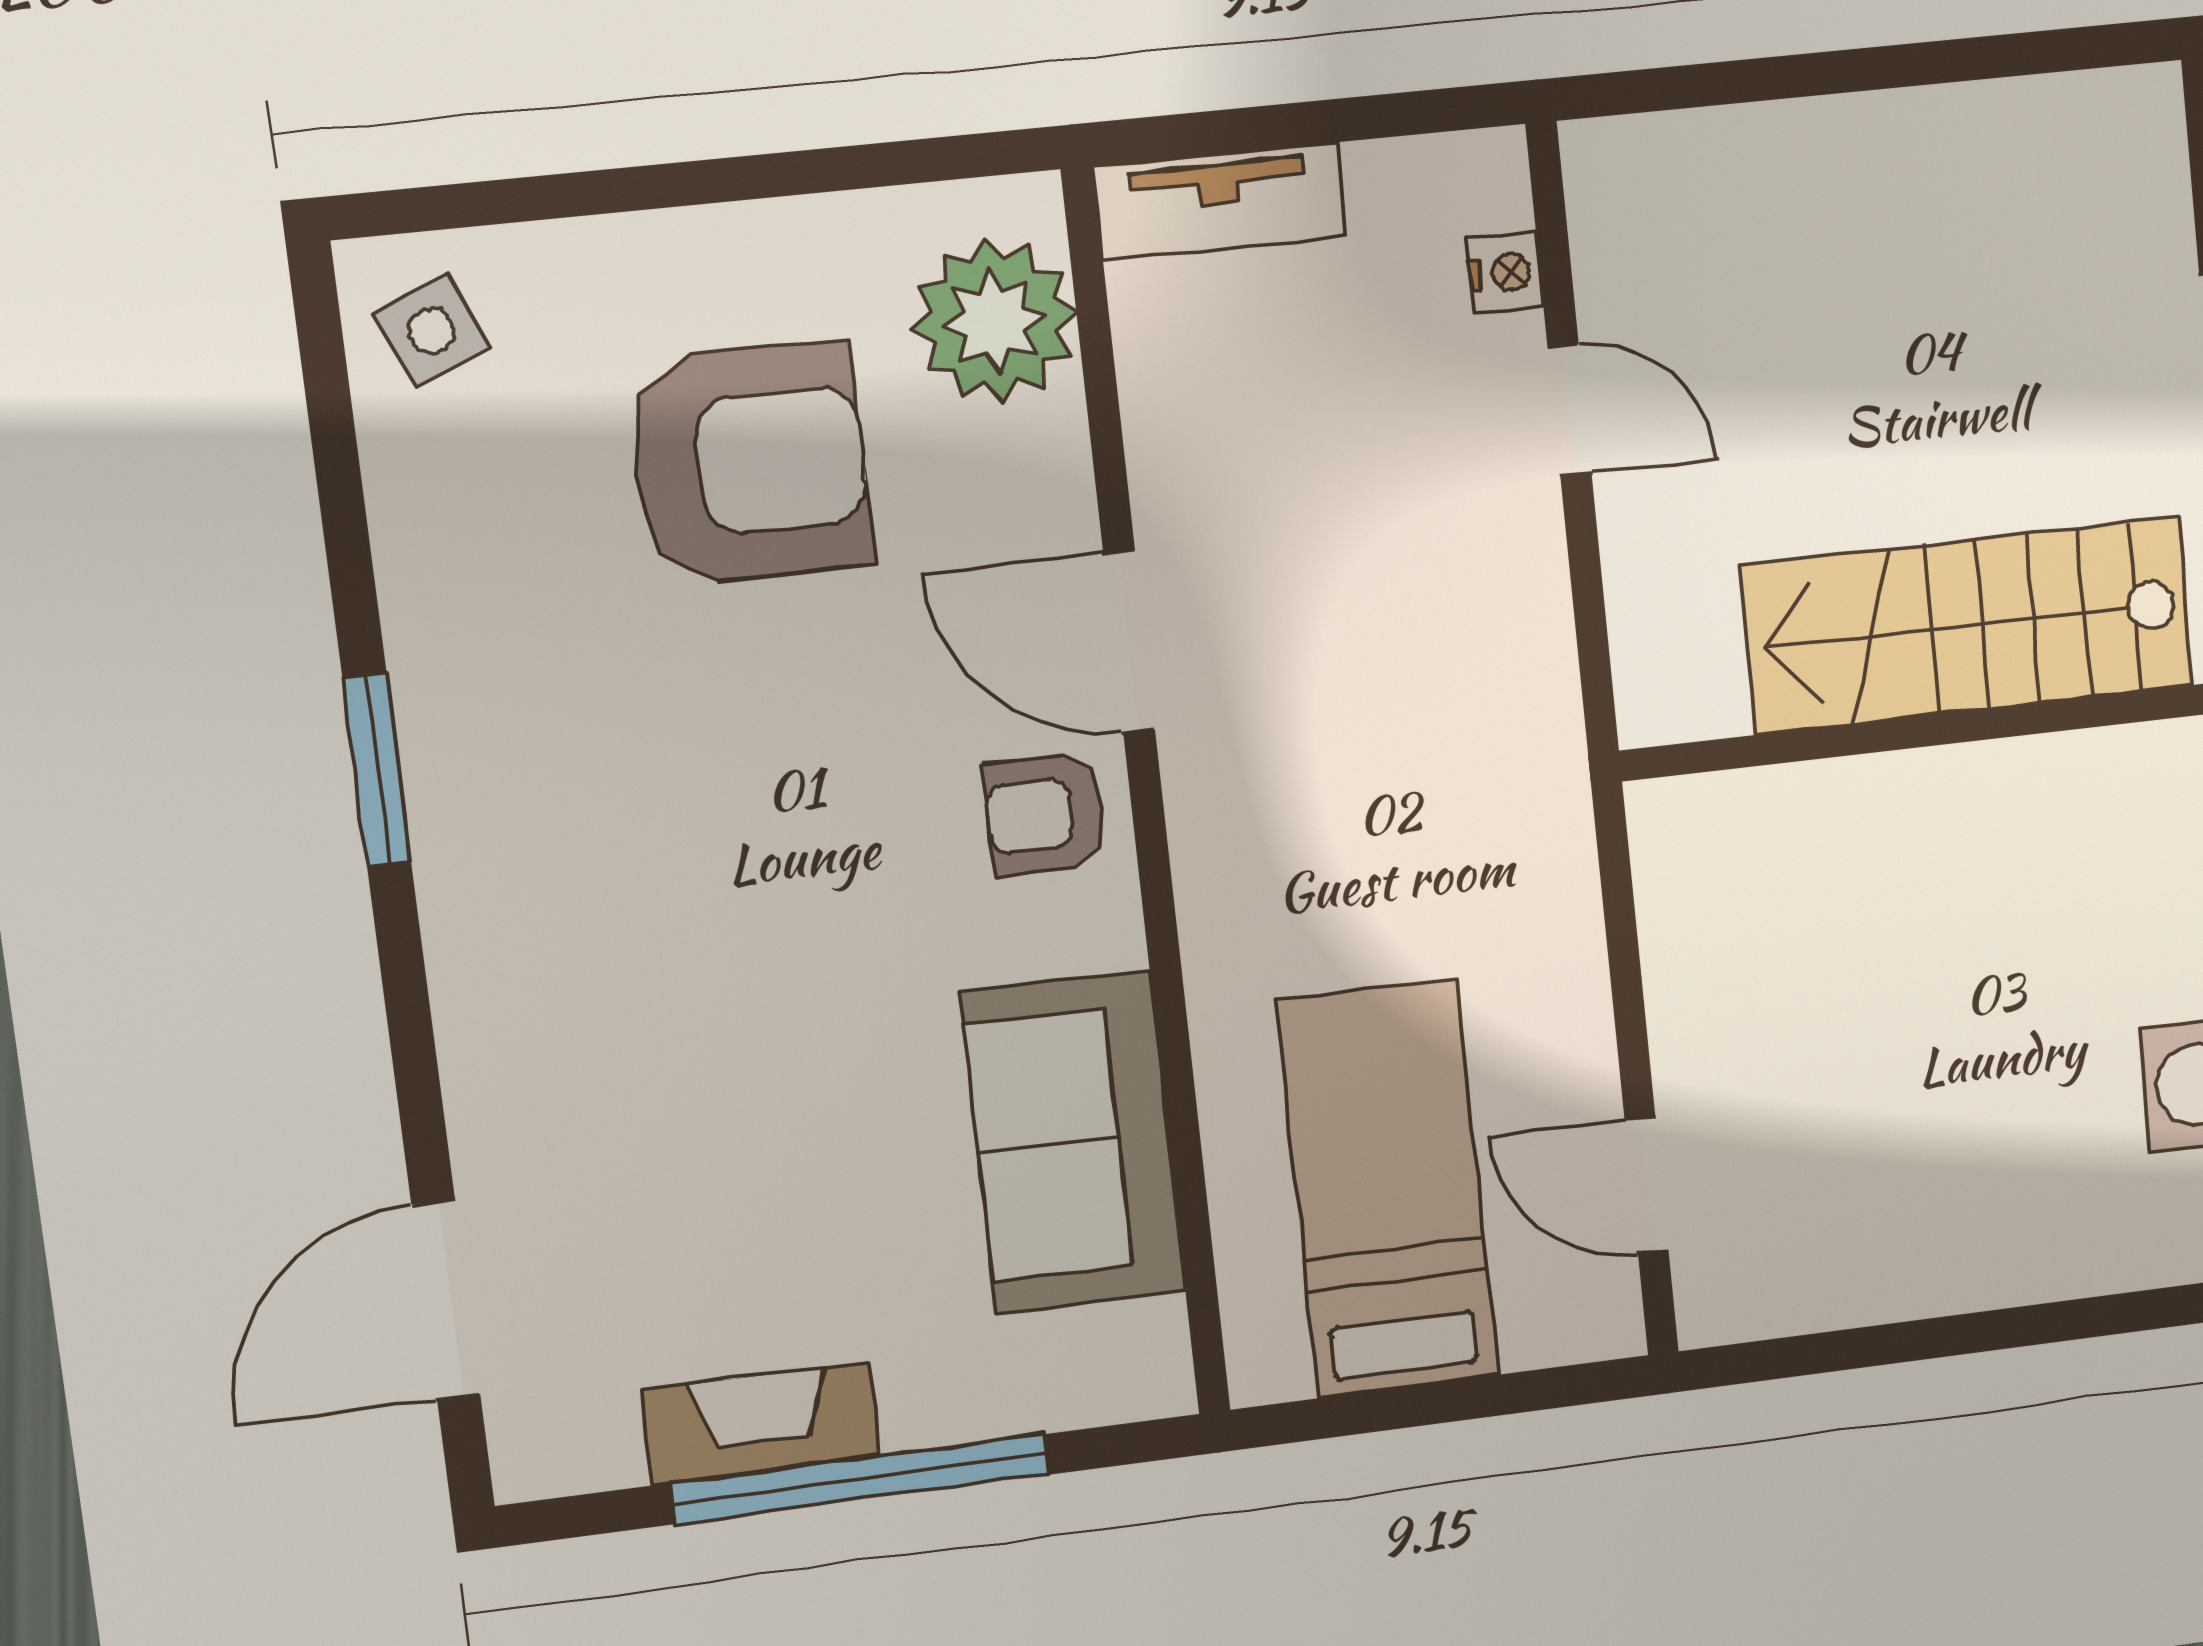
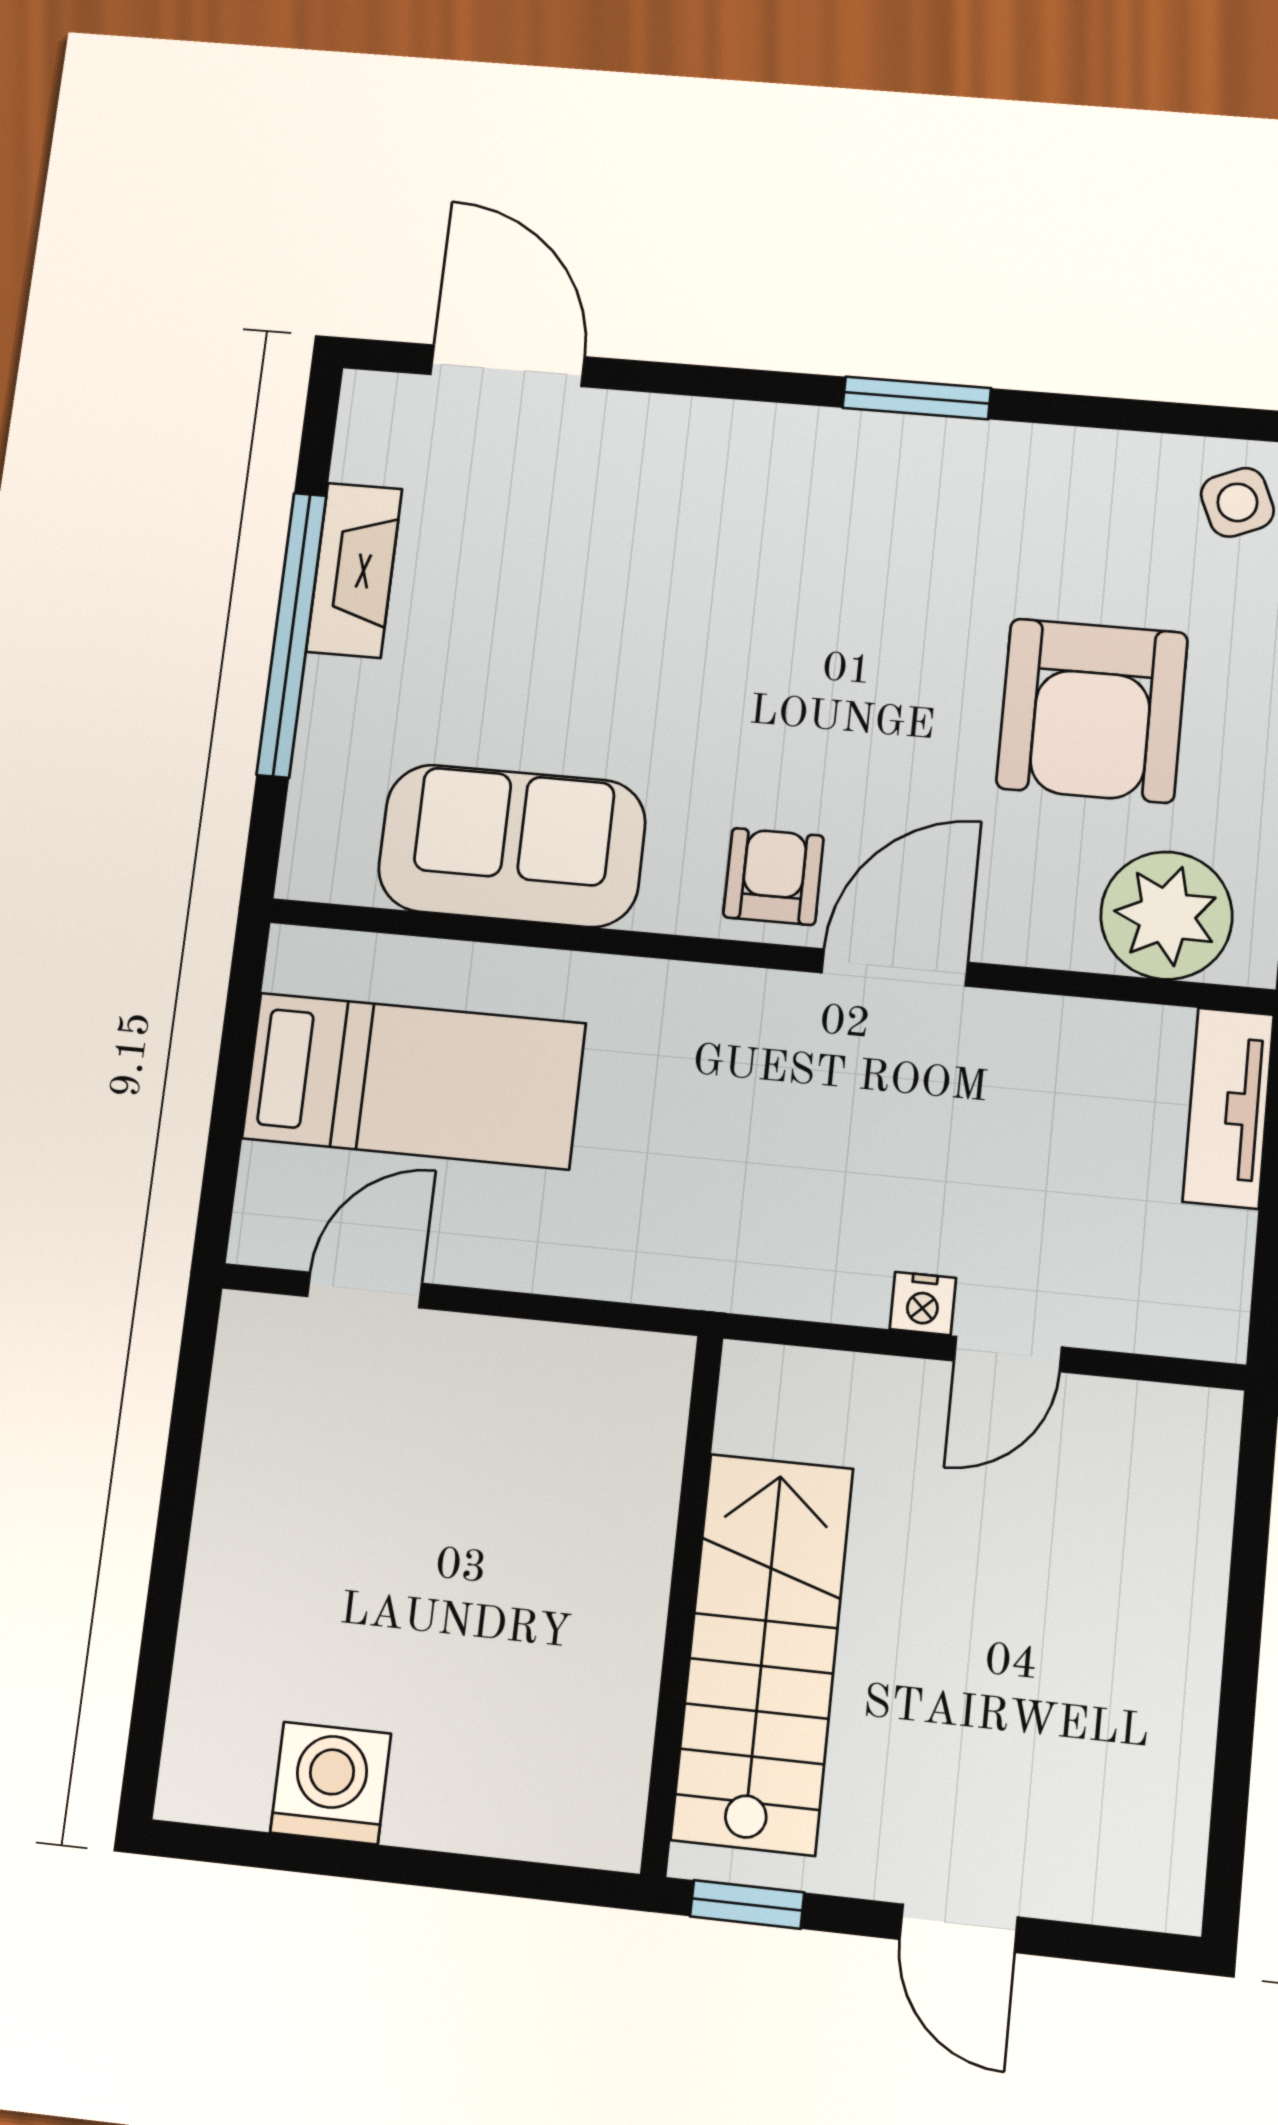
nightstand: (1505, 273) -> (923, 1304), moved

